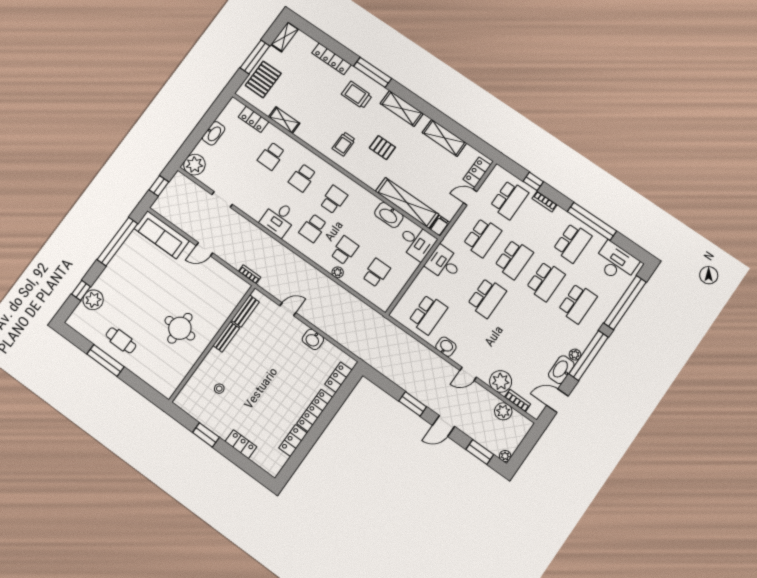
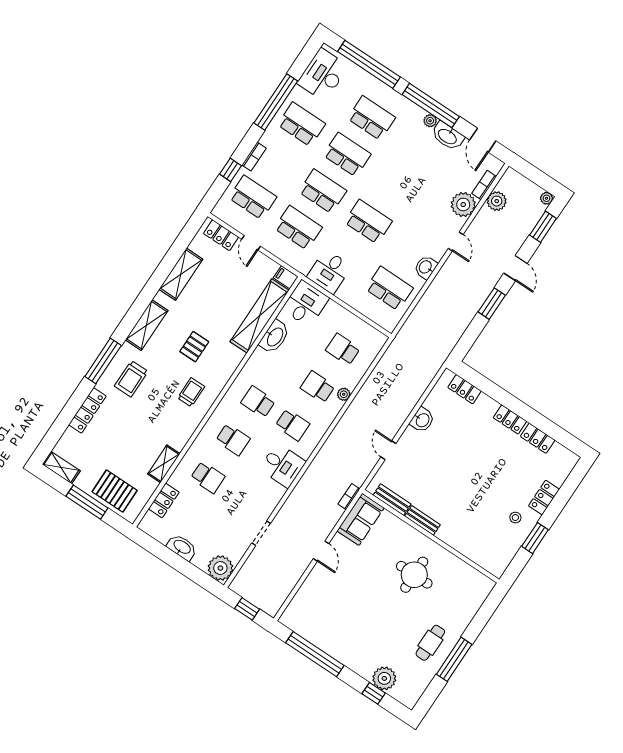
trolley: (344, 144) -> (191, 392), turned -90
sofa: (162, 235) -> (361, 519), moved, width x0.73
stool: (219, 389) -> (515, 518), moved
locker: (315, 410) -> (510, 419), width x0.66

